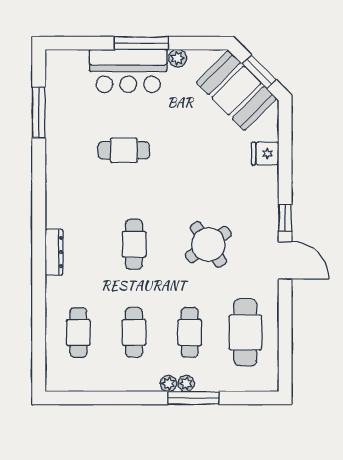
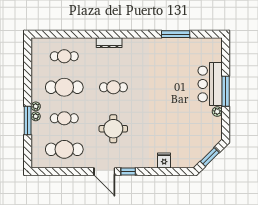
booth: (236, 90) -> (199, 144), removed
window: (39, 112) -> (176, 34), moved
cafe table: (124, 150) -> (166, 82), removed
round table: (208, 245) -> (113, 129), turned 35
door: (285, 260) -> (104, 171), hinge flipped
cafe table: (134, 332) -> (64, 87), width x1.37, depth x1.35

